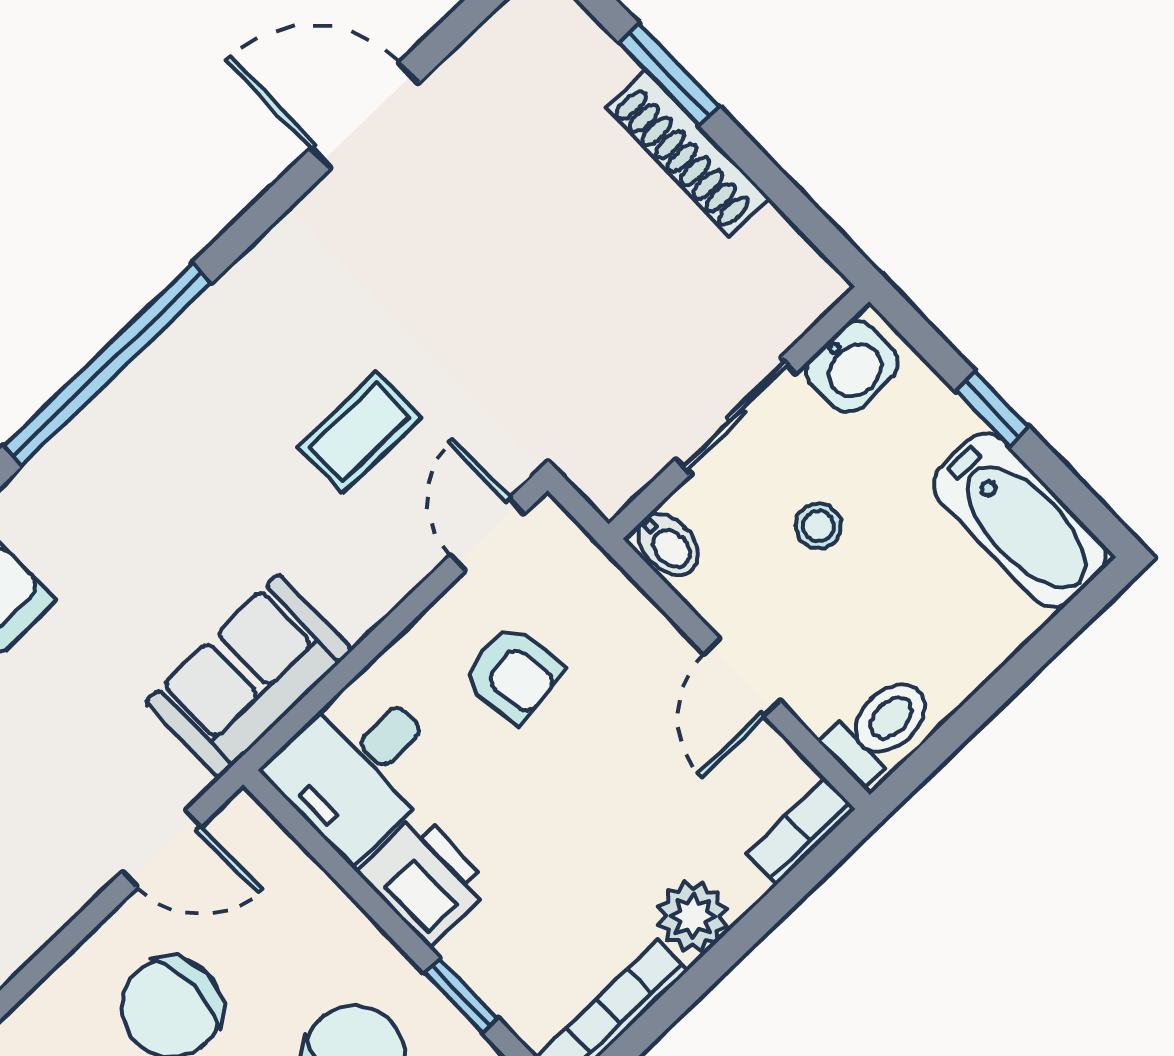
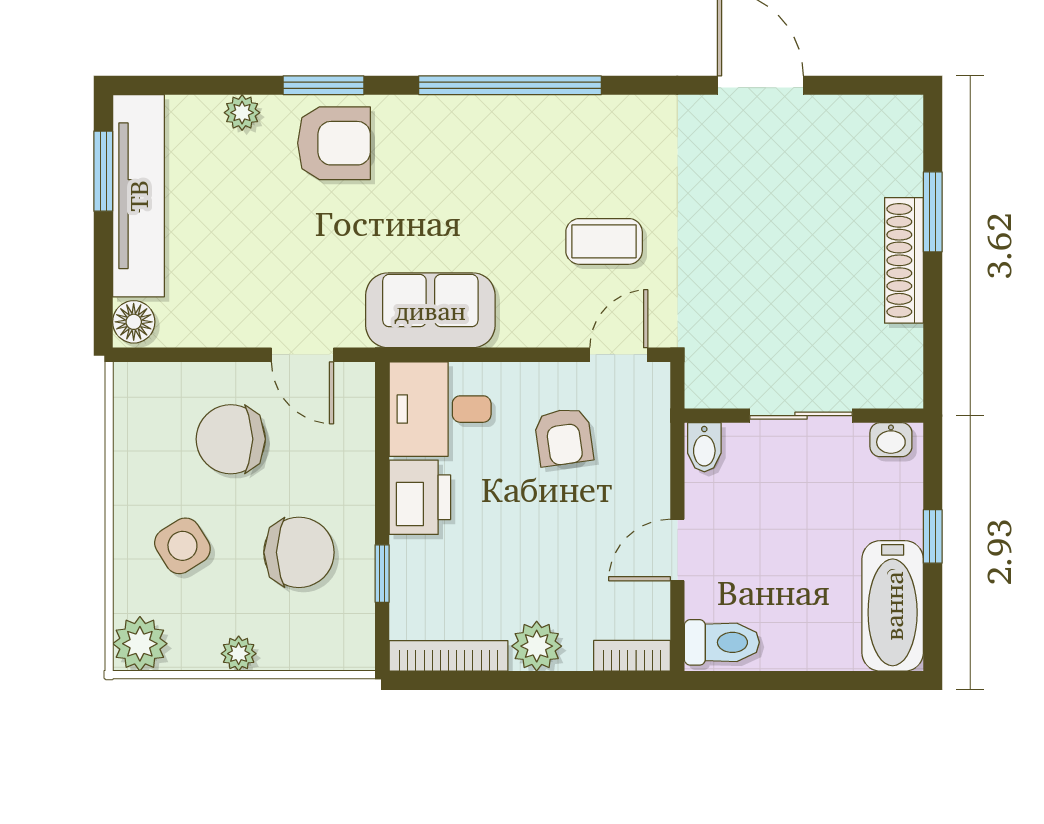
washbasin: (852, 367) -> (891, 440), width x0.72, depth x0.69
stool: (818, 526) -> (789, 511), removed

